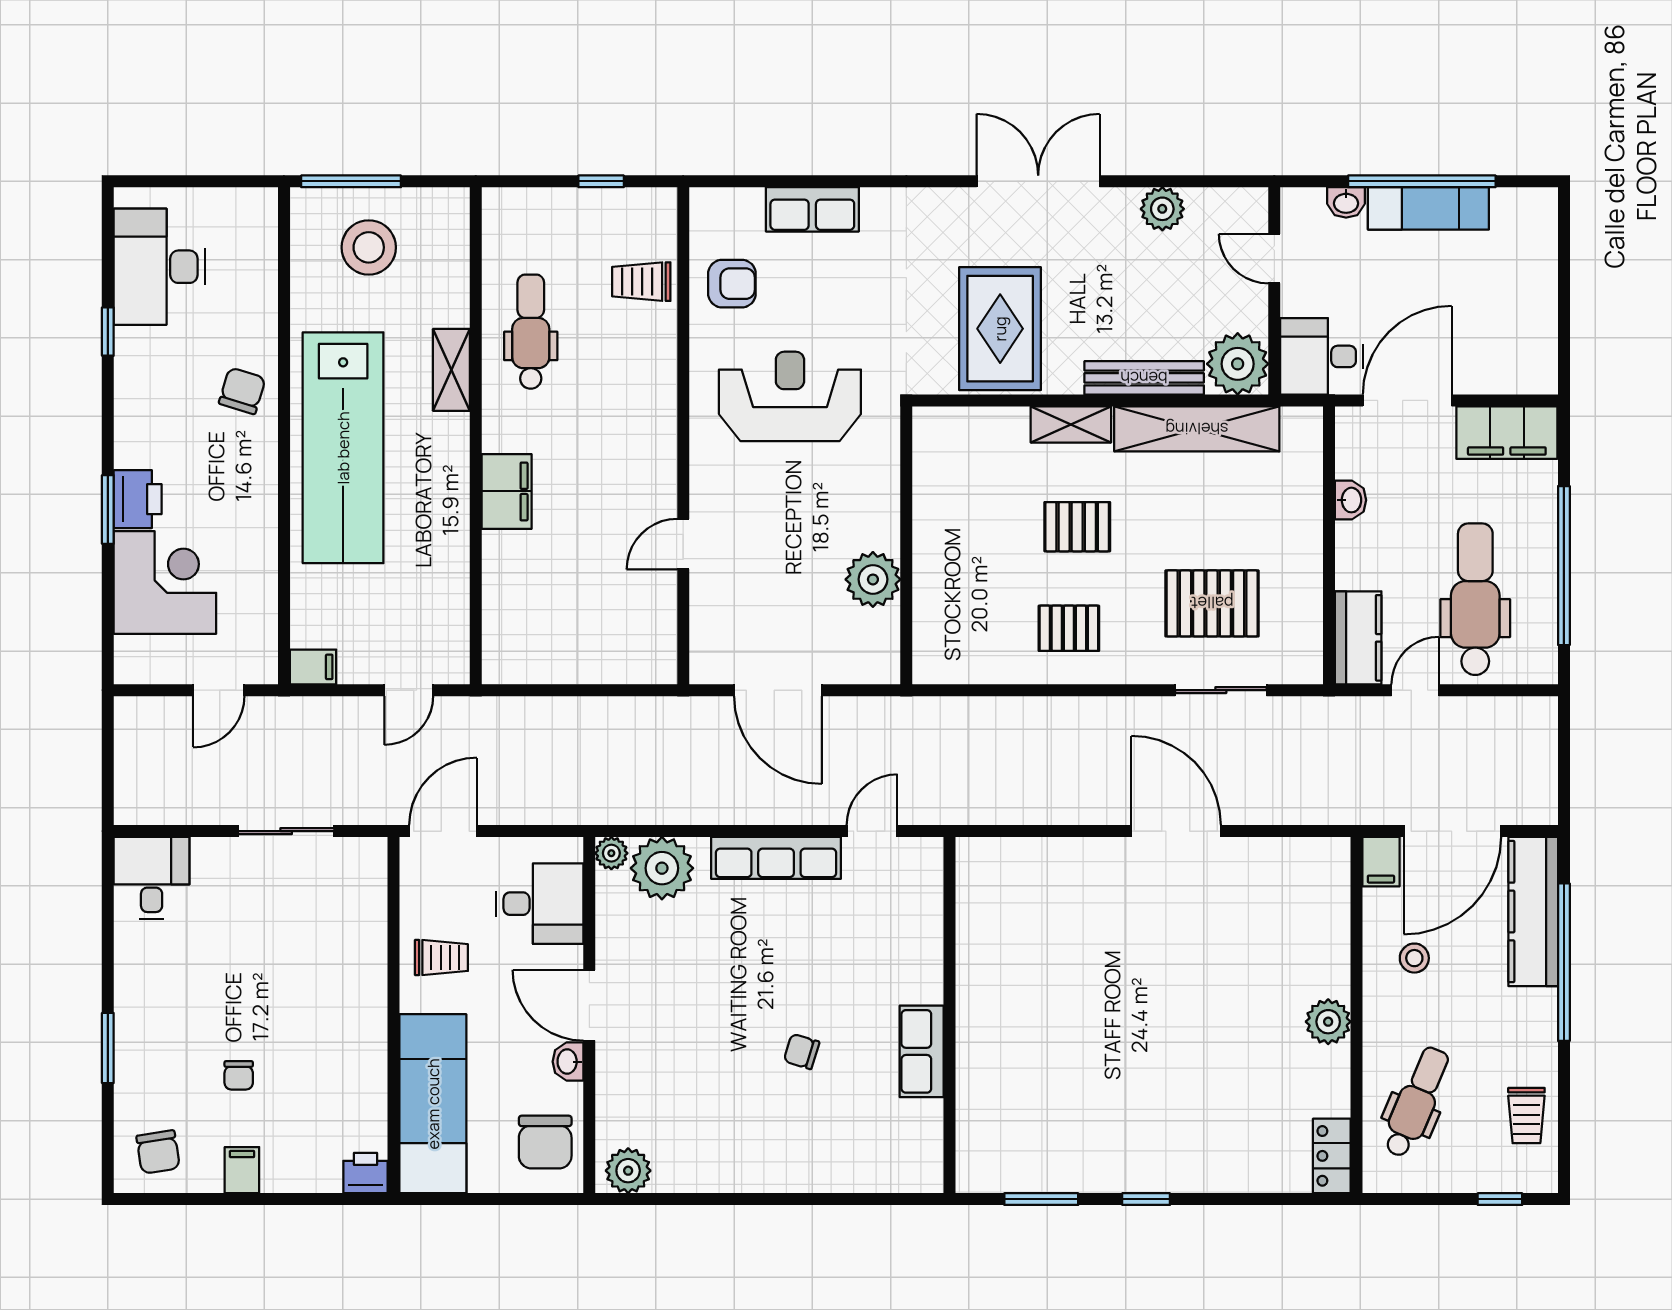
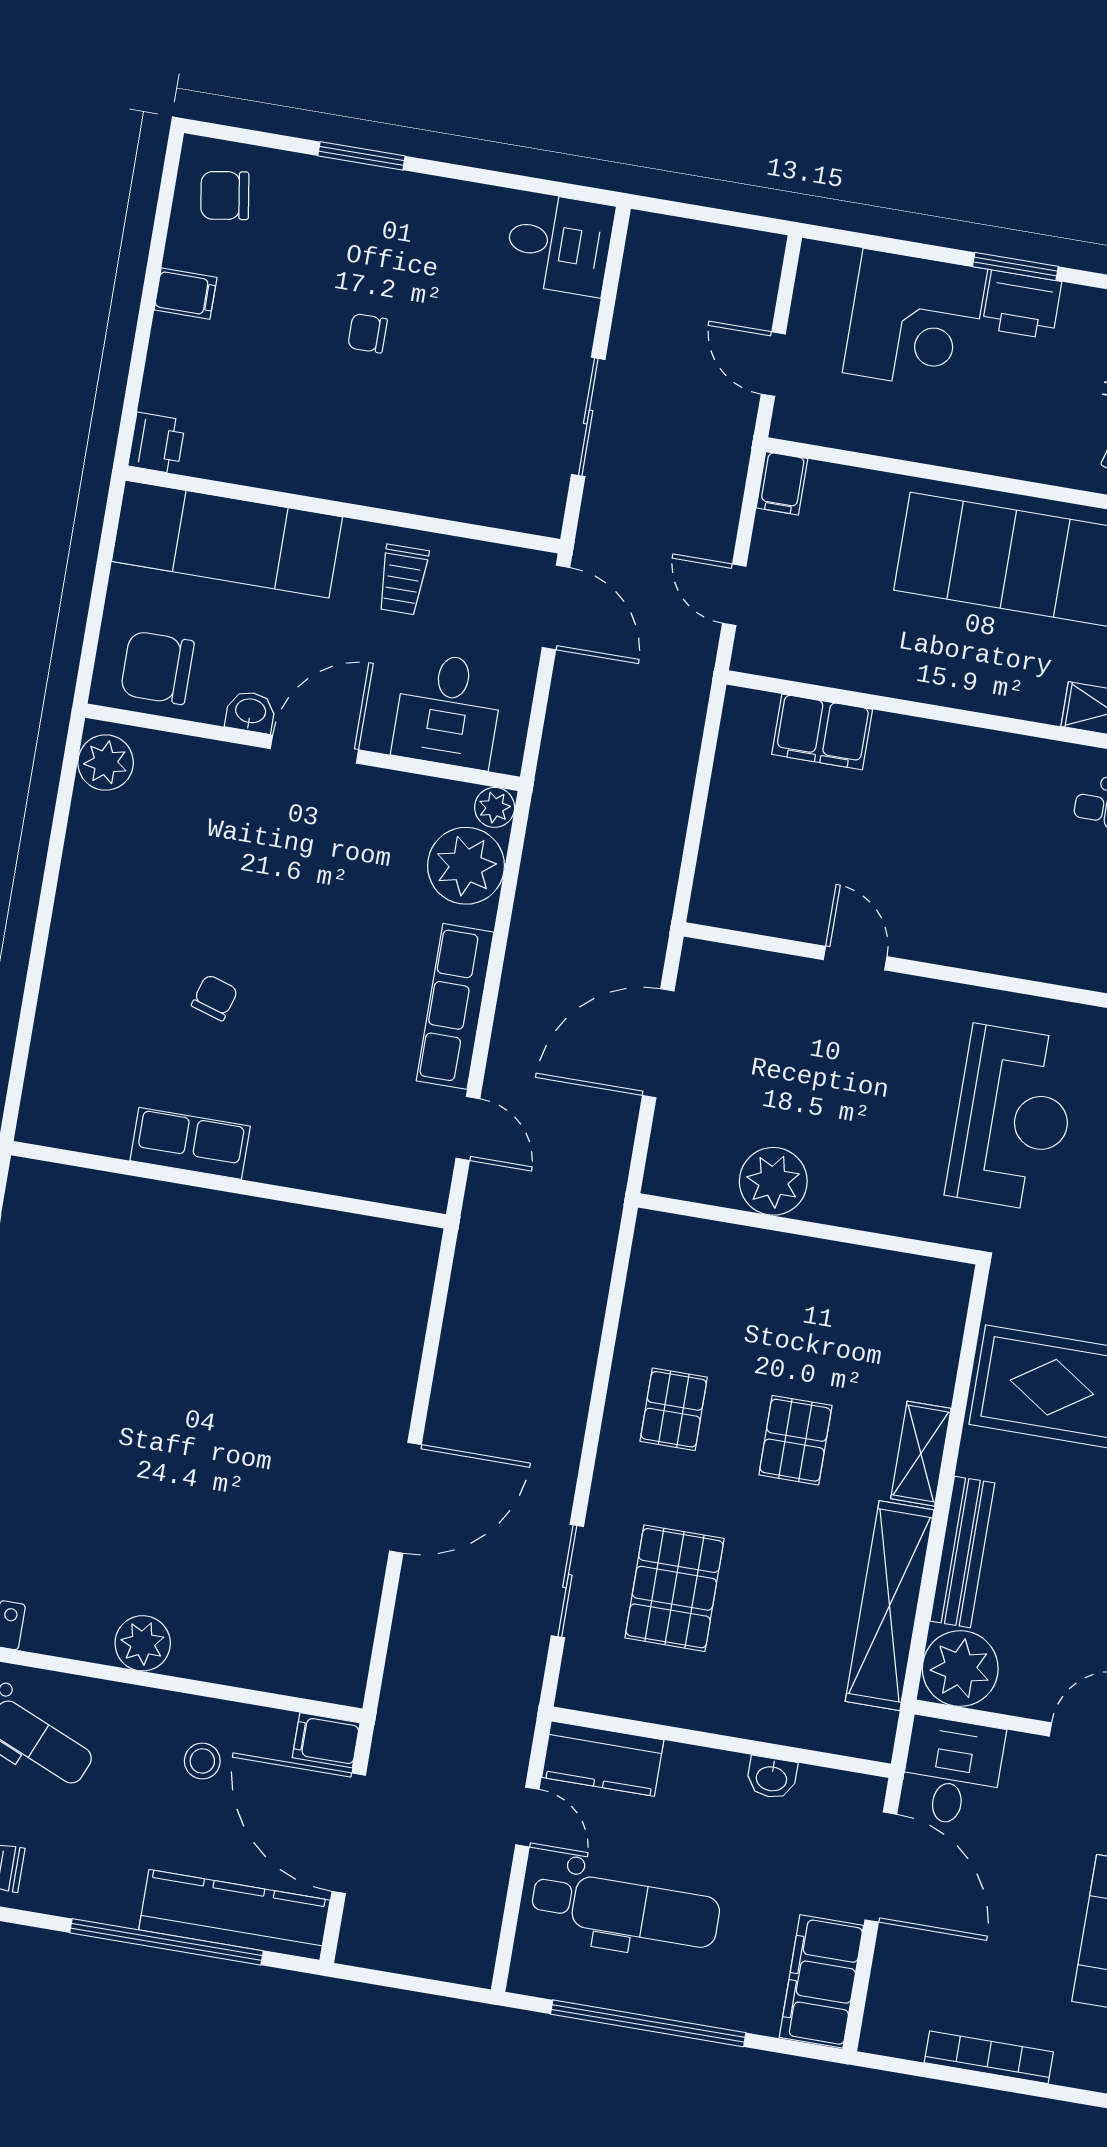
bookcase: (1545, 288) -> (989, 2057), added
filing cabinet: (507, 491) -> (822, 732), moved
chair: (239, 1075) -> (368, 333), moved

